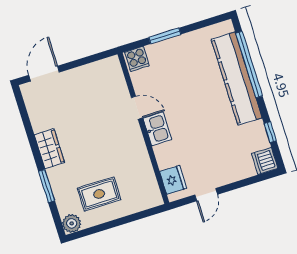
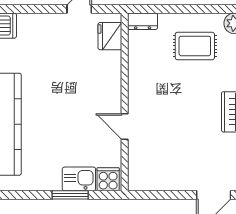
kitchen sink: (157, 129) -> (79, 179), moved, turned 90
dresser: (150, 201) -> (143, 21), added

